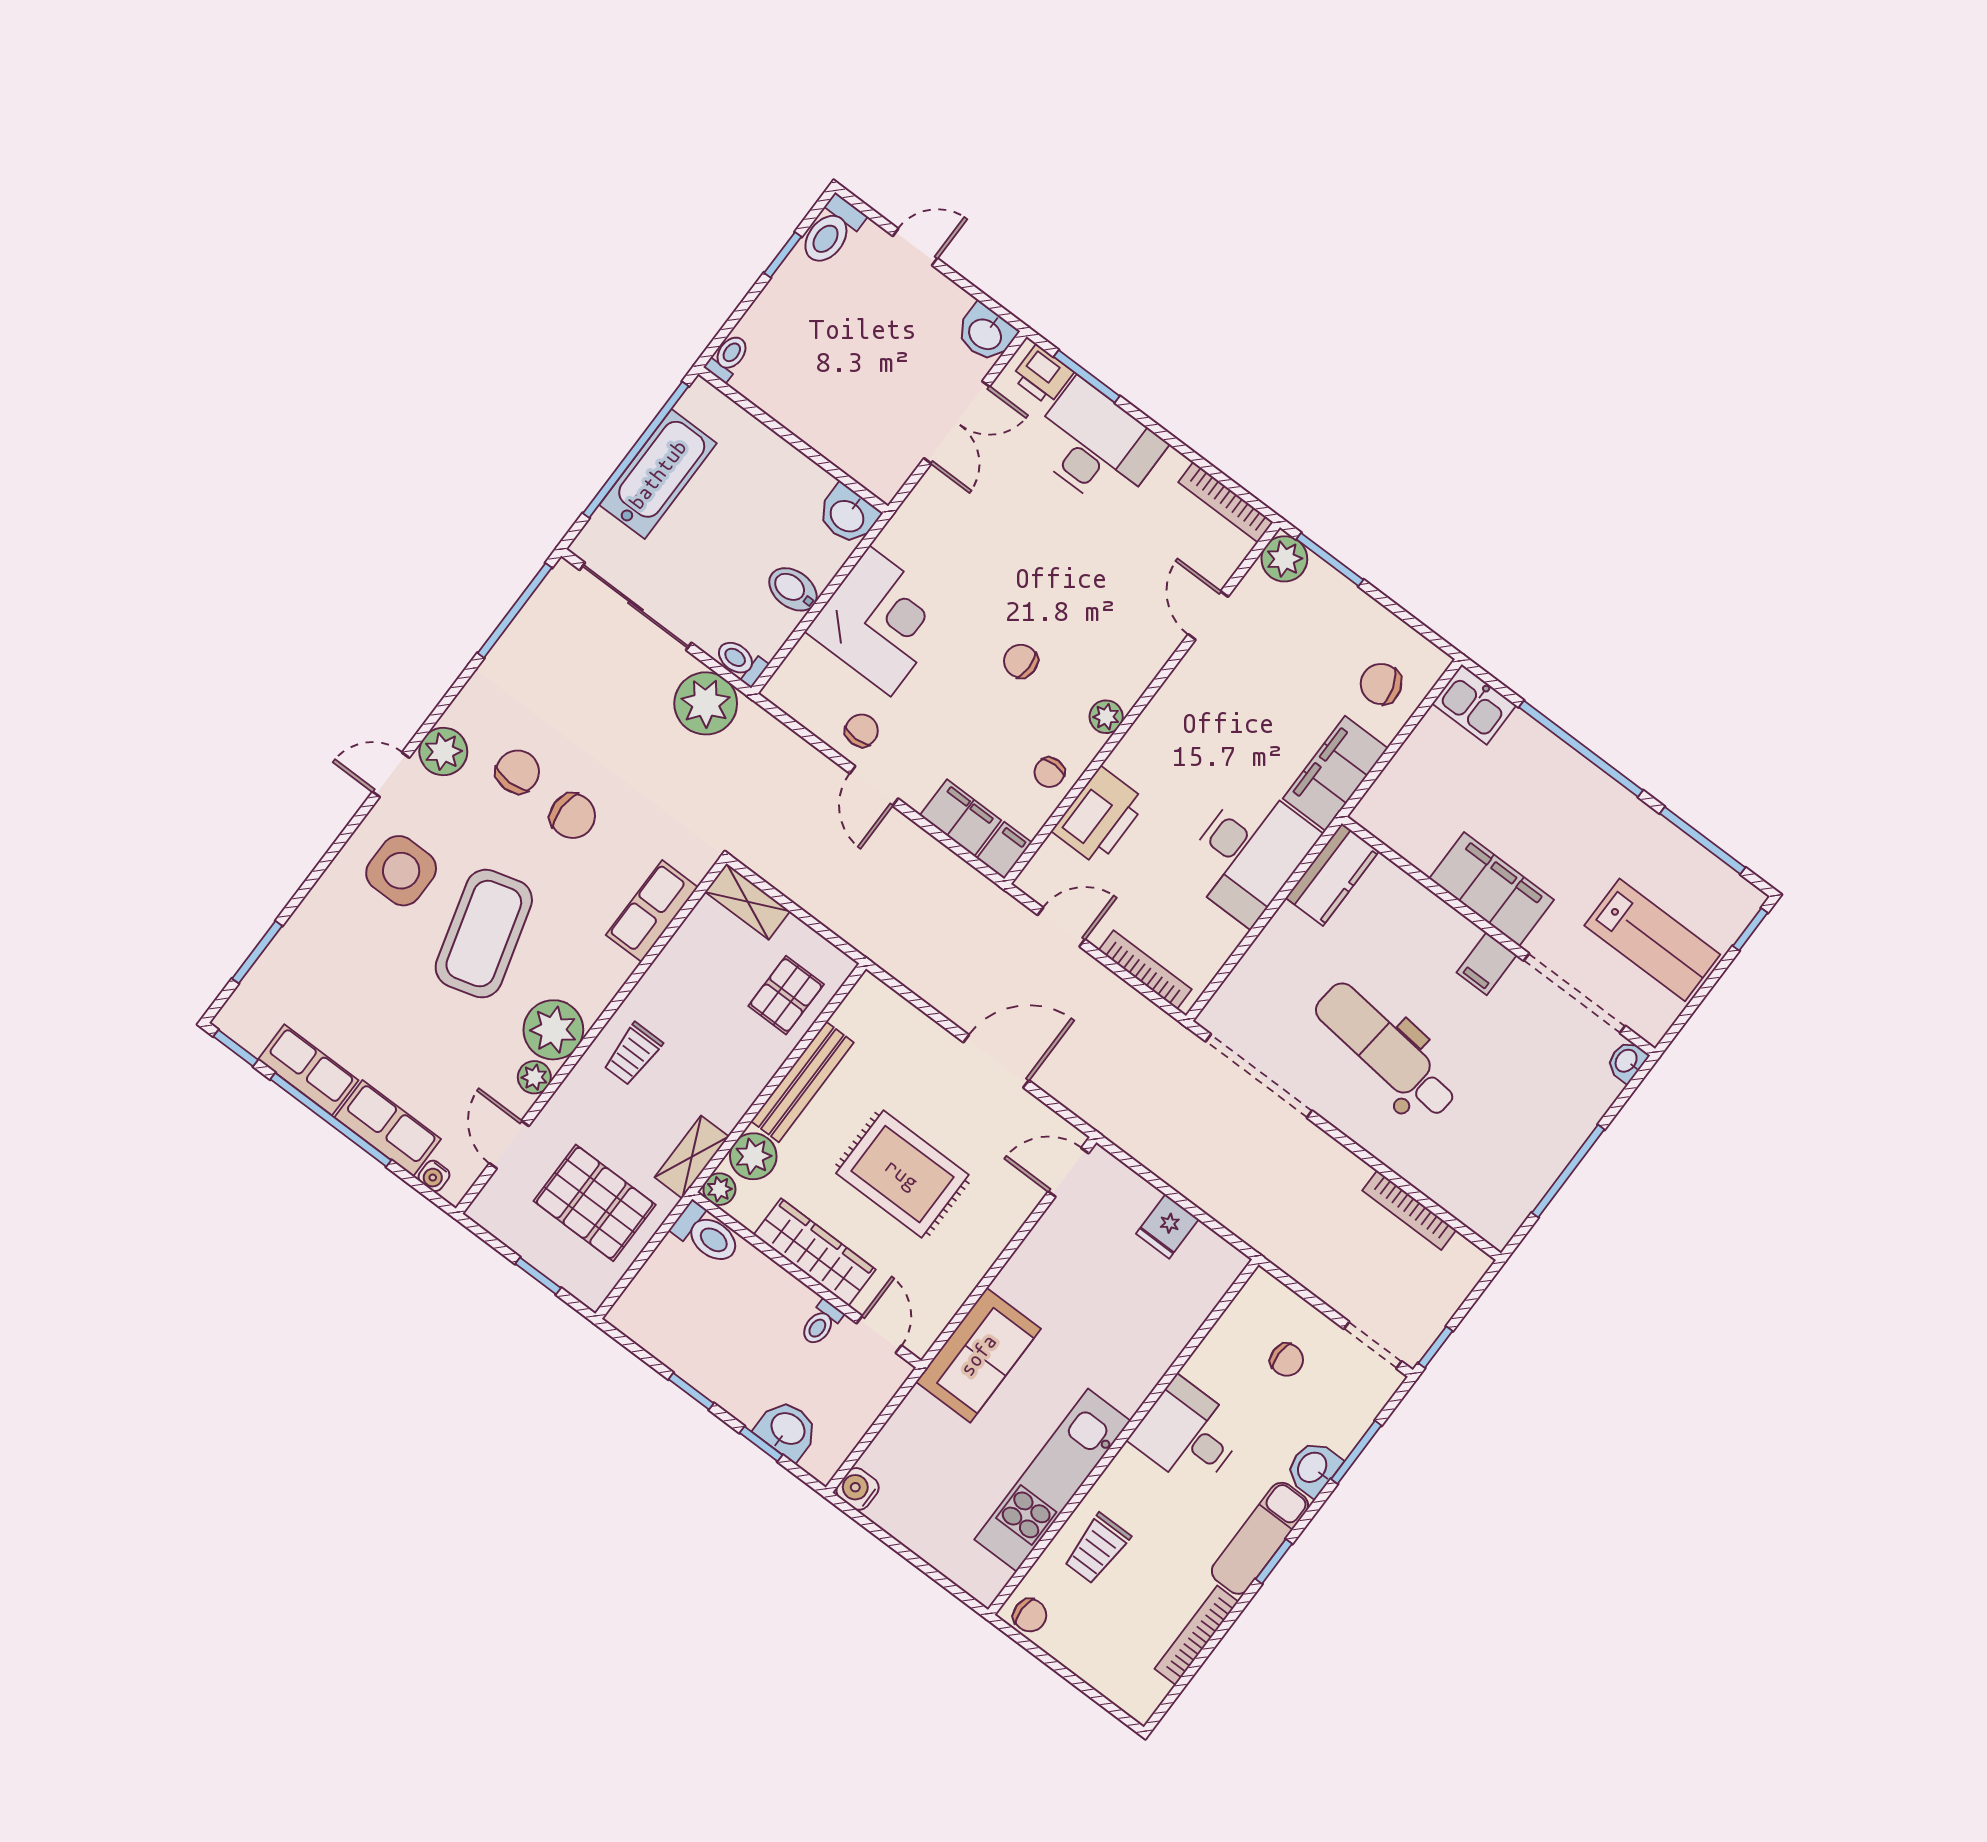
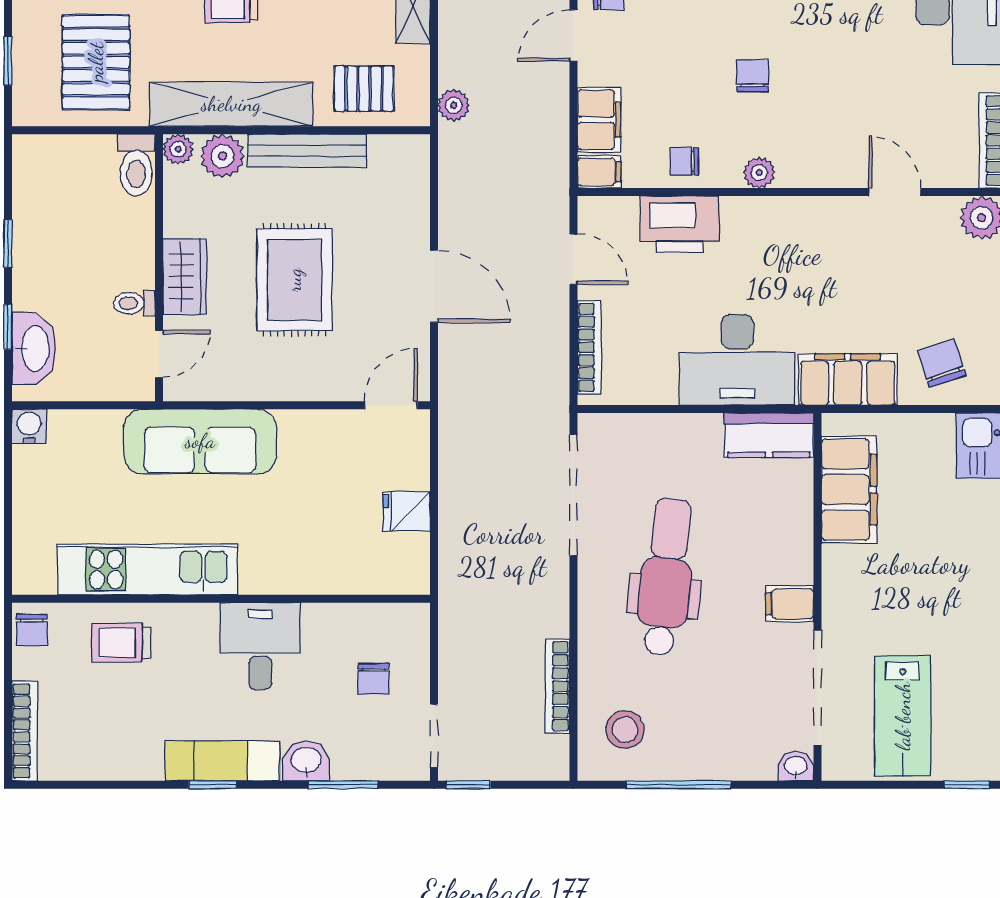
door: (1208, 615) -> (895, 192), hinge flipped
filing cabinet: (1492, 889) -> (849, 490), moved
plant: (857, 930) -> (454, 105), added
shelving: (692, 1157) -> (231, 104), width x2.20, depth x1.33
door: (1068, 1172) -> (391, 405), hinge flipped
stool: (1488, 1181) -> (625, 730), added
wardrobe: (815, 1252) -> (185, 277), width x0.67
sofa: (978, 1355) -> (200, 441), width x1.36
washbasin: (787, 1430) -> (34, 349), width x1.38
bookcase: (1196, 1635) -> (25, 731), moved, turned 90

